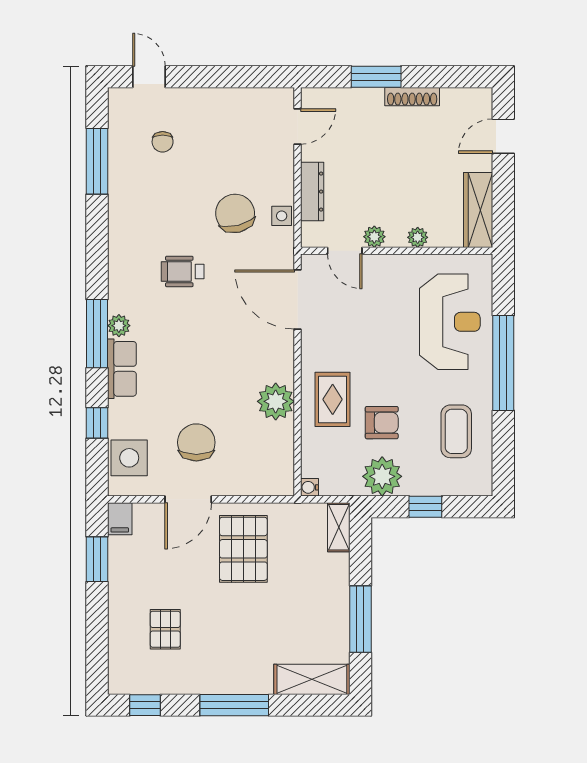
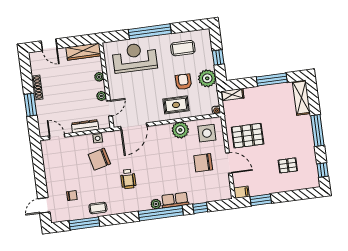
coffee table: (127, 196) -> (98, 208), added
window: (97, 334) -> (161, 213), width x1.46
side table: (129, 458) -> (207, 133), moved

